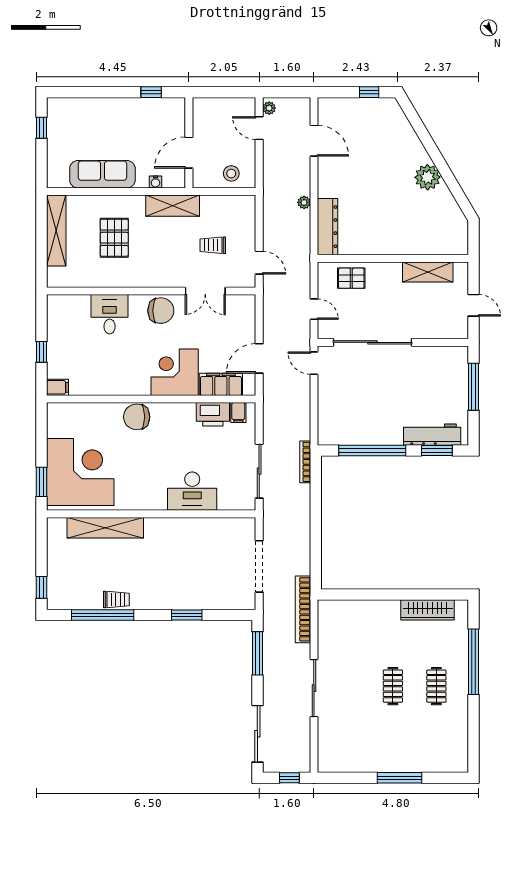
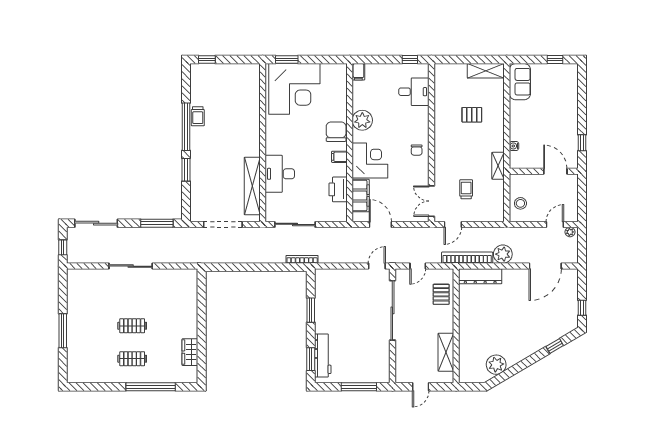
window: (420, 128) -> (555, 346), added
door: (314, 141) -> (545, 266), width x1.36
door: (189, 153) -> (555, 171), moved
sofa: (102, 174) -> (520, 82), moved, width x0.73
plant: (428, 177) -> (496, 365), moved
plant: (304, 202) -> (503, 254), width x1.88, depth x1.88
shelving: (173, 206) -> (498, 166), width x0.67, depth x0.75
shelving: (56, 231) -> (486, 71), width x0.68
pallet: (114, 238) -> (472, 115), width x0.67, depth x0.71
double door: (205, 291) -> (431, 201), moved
chair: (161, 311) -> (417, 150), width x0.54, depth x0.54
desk: (110, 314) -> (414, 92), moved
window: (41, 352) -> (410, 60), moved
plant: (122, 382) -> (362, 120), added
filing cabinet: (238, 413) -> (339, 157), moved
window: (372, 450) -> (311, 310), width x0.47
shelving: (105, 528) -> (252, 186), moved
bookcase: (303, 609) -> (467, 258), moved
wardrobe: (428, 610) -> (190, 352), width x0.67
window: (103, 615) -> (186, 127), moved

